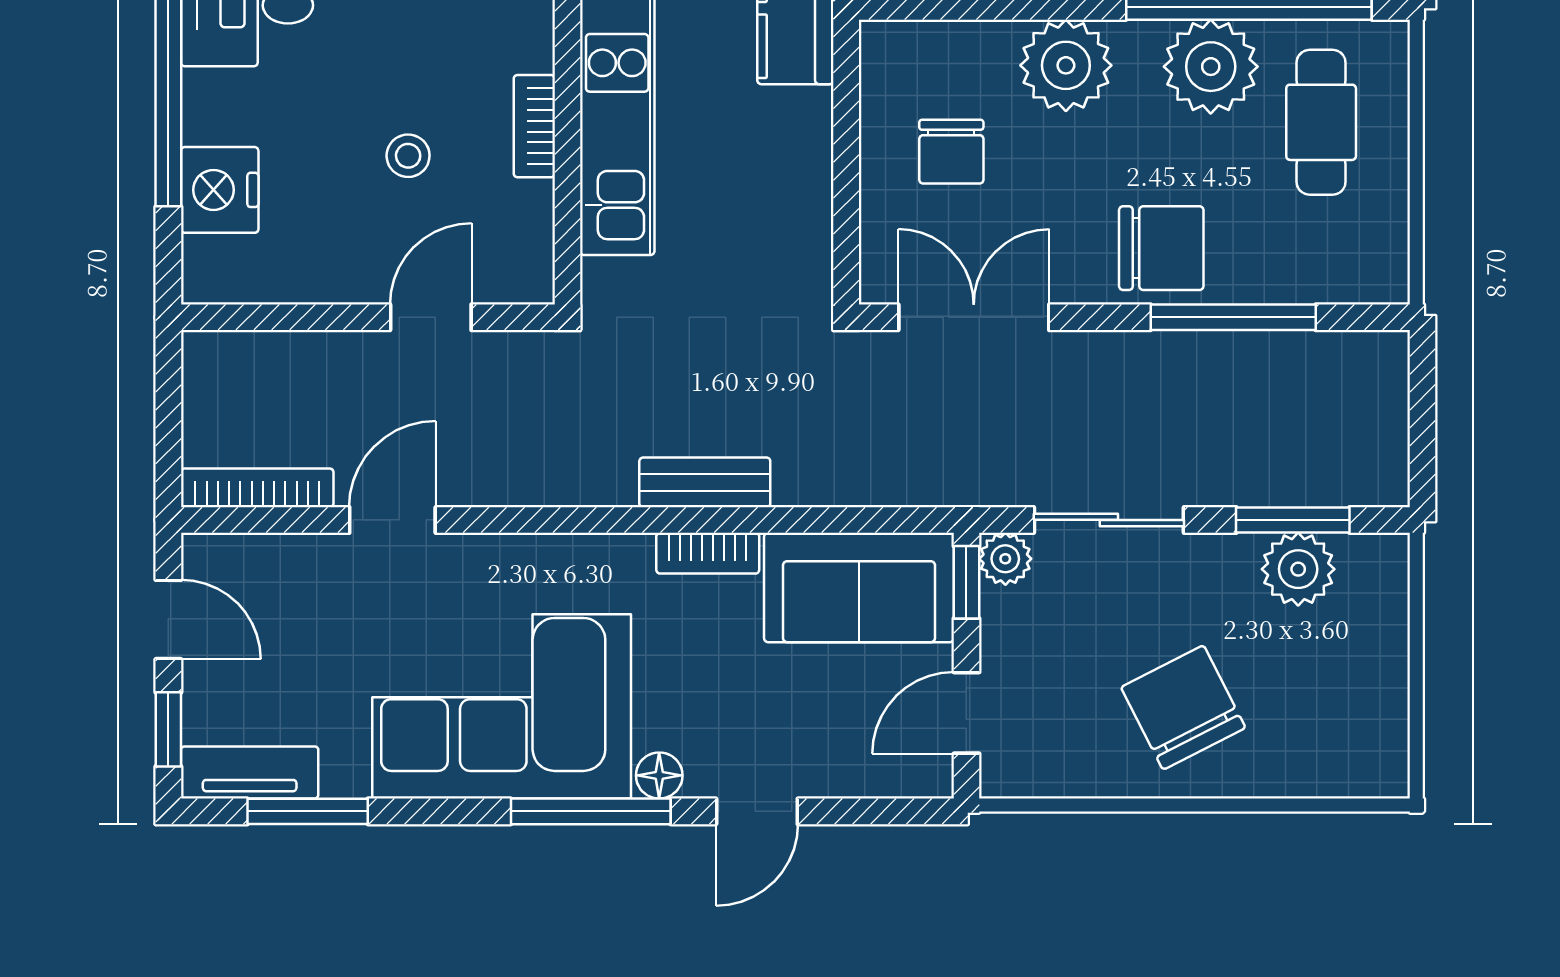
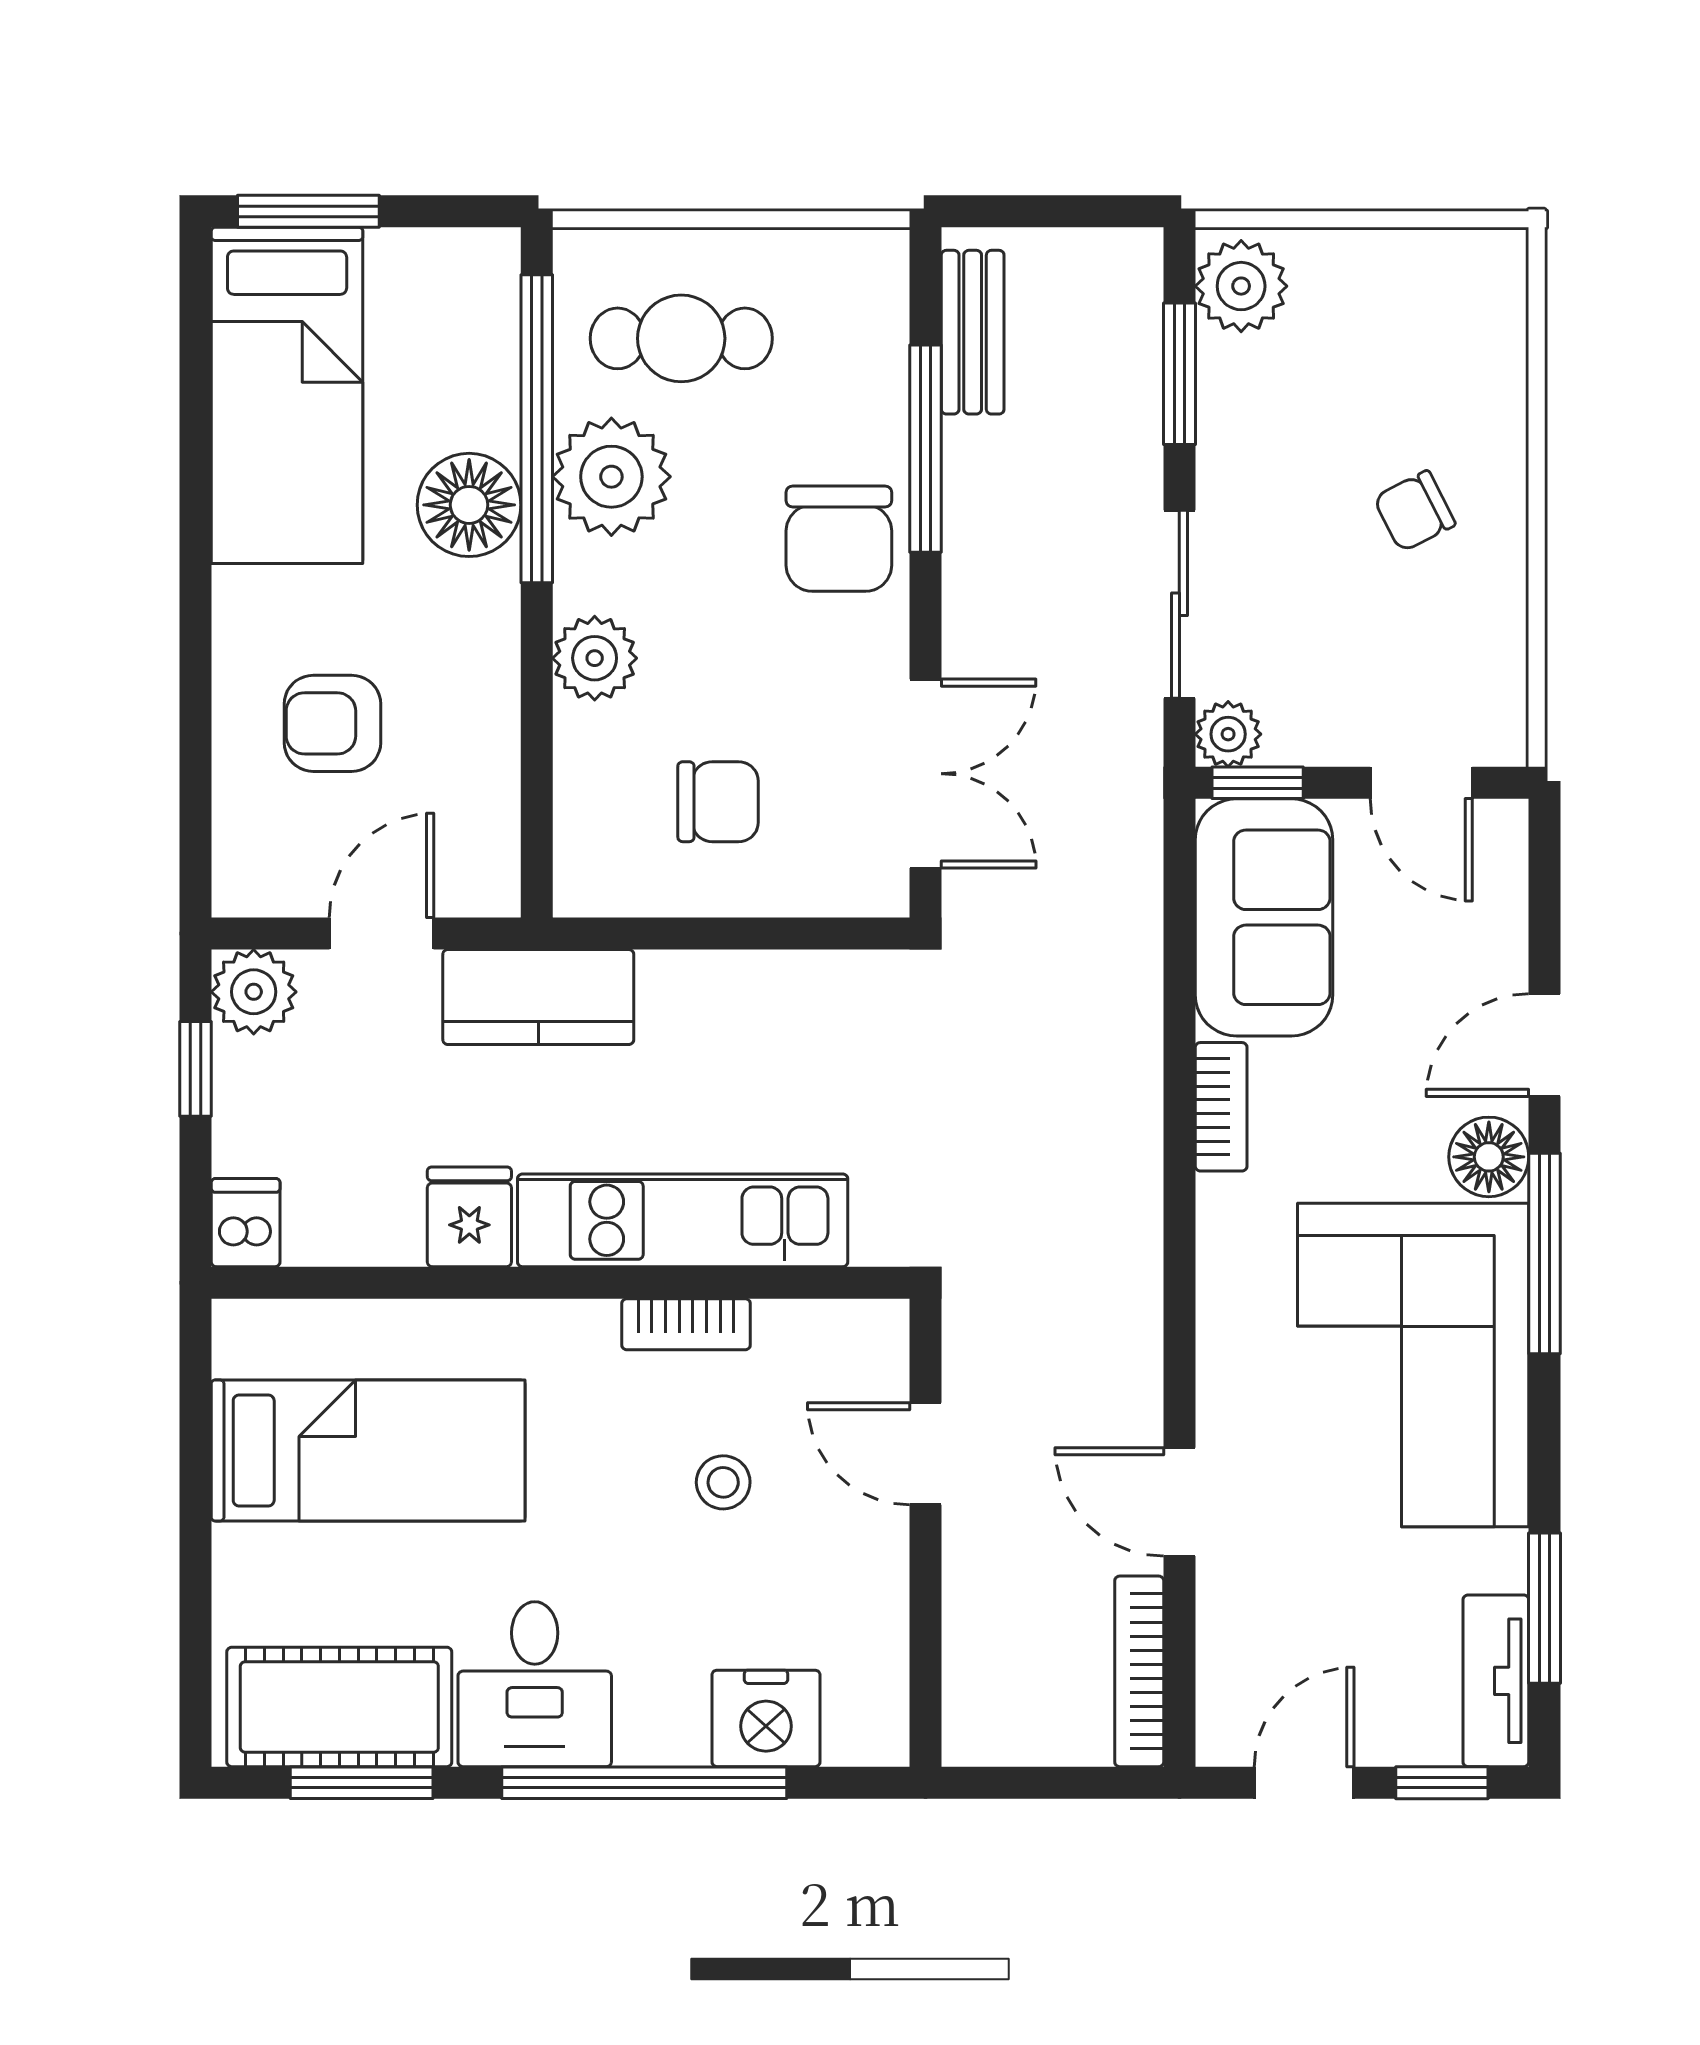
plant: (1066, 65) -> (595, 658), width x0.73, depth x0.73
chair: (1161, 248) -> (839, 539), turned 180
double door: (974, 317) -> (926, 774), swing flipped
bench: (705, 482) -> (973, 332), moved
plant: (1298, 569) -> (1241, 286), moved
chair: (1183, 707) -> (1414, 511), width x0.54, depth x0.54
floor lamp: (659, 775) -> (1489, 1157), width x1.37, depth x1.37
door: (757, 811) -> (1545, 1045), swing flipped

